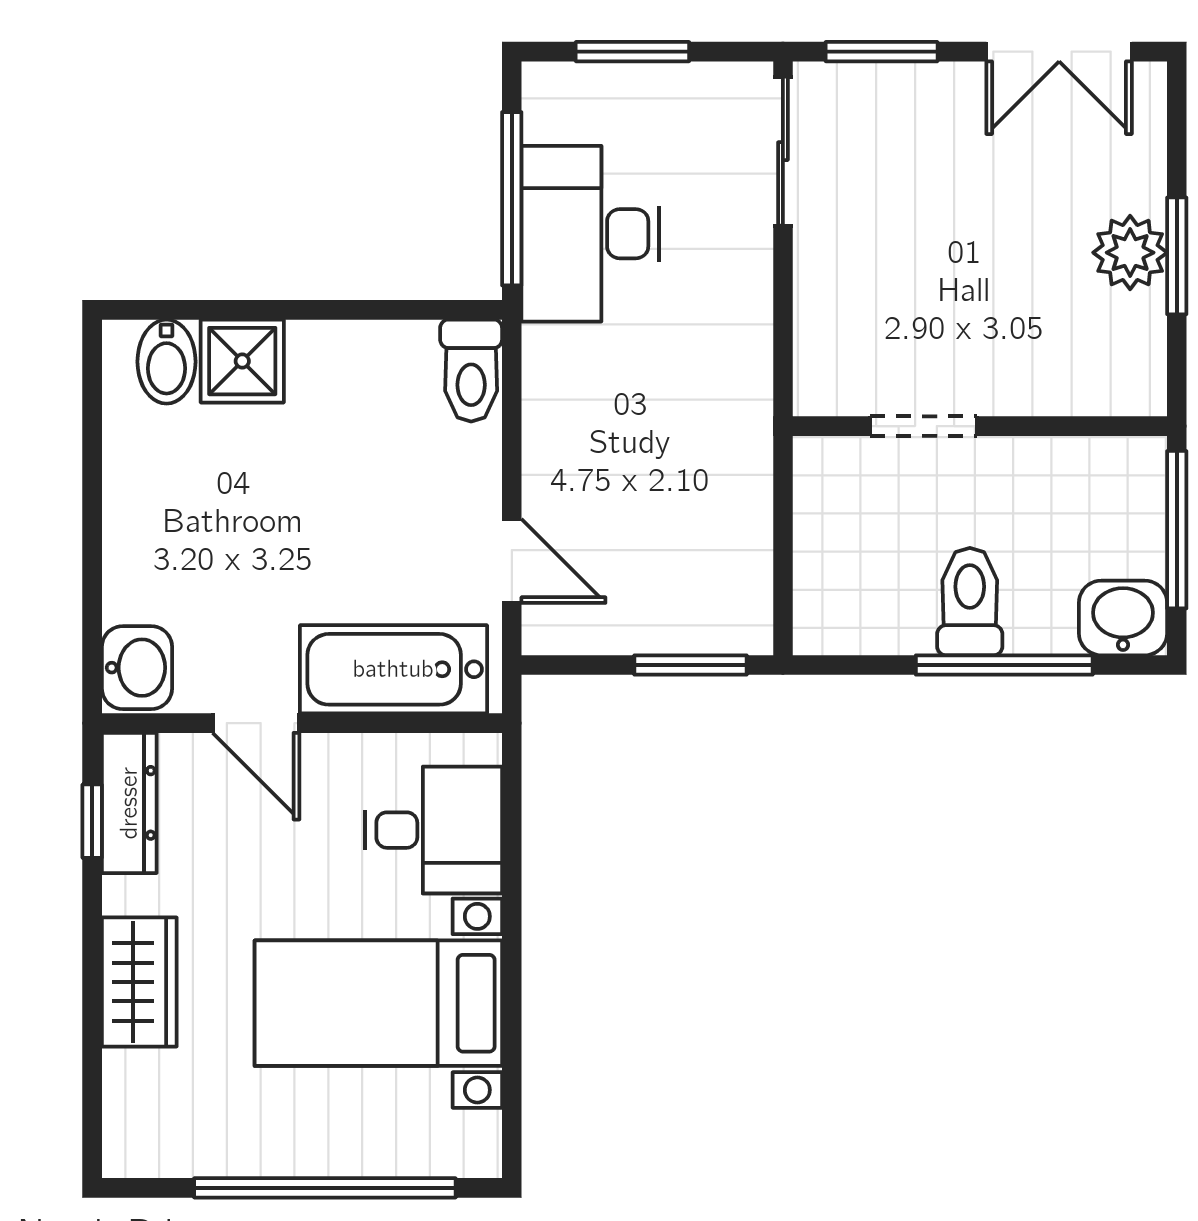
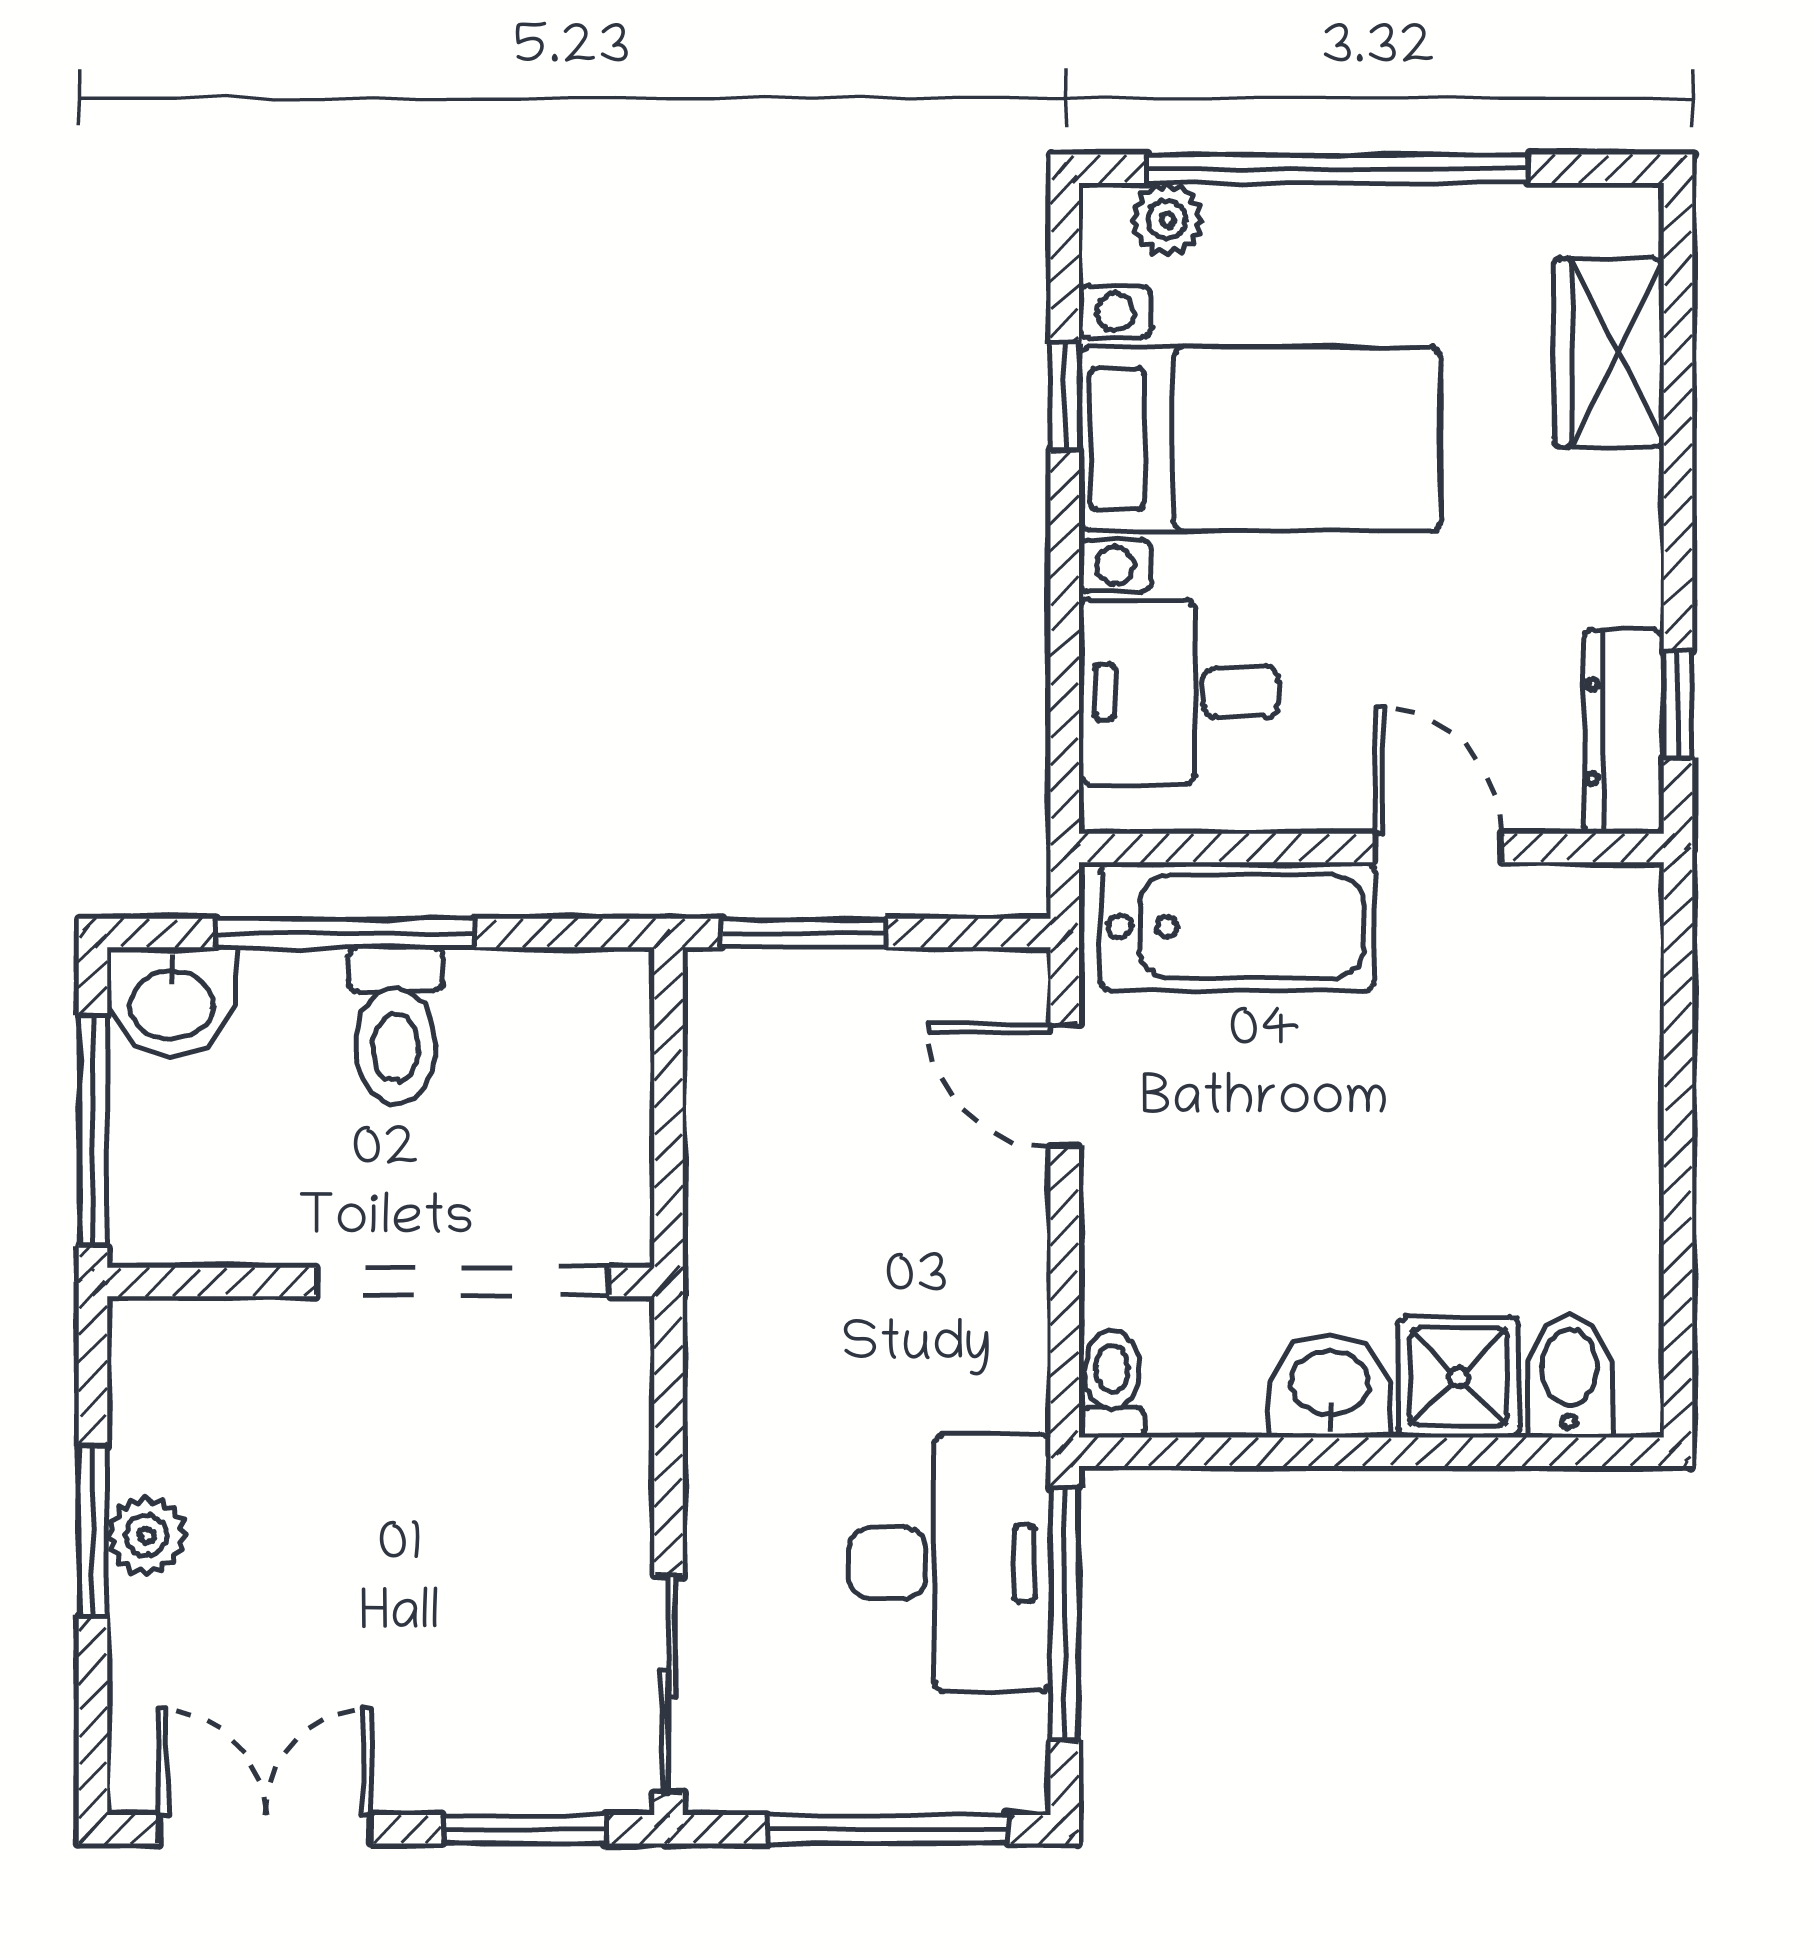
window: (632, 52) -> (888, 1829), width x1.44
plant: (1130, 253) -> (147, 1536), width x0.73, depth x0.73
toilet: (471, 371) -> (1112, 1384), width x0.73, depth x0.72
doorway: (924, 426) -> (463, 1282), width x1.88
washbasin: (137, 668) -> (1330, 1386), moved, turned 90
wardrobe: (139, 982) -> (1609, 353), moved
window: (512, 1032) -> (1065, 397), added
plant: (442, 1153) -> (1167, 220), added

